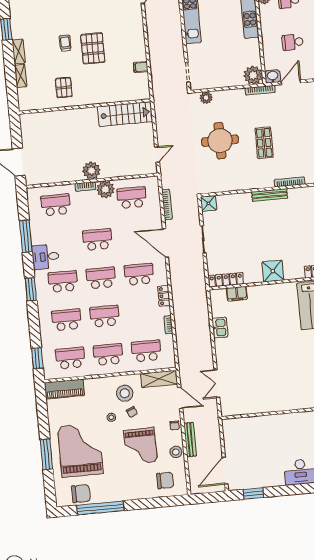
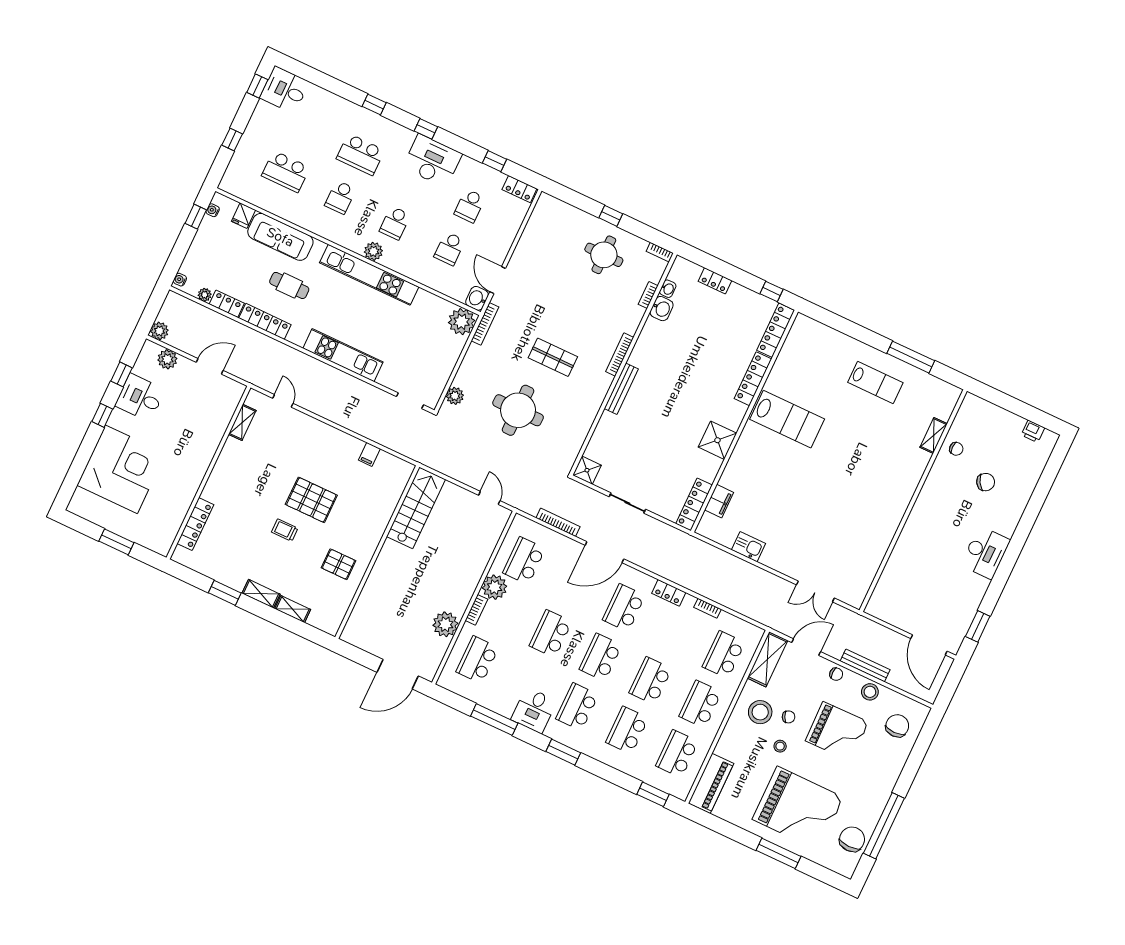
plant: (91, 171) -> (445, 624), moved
grand piano: (80, 450) -> (798, 808), turned 180

